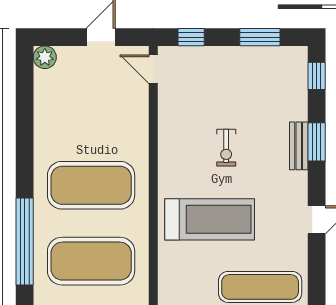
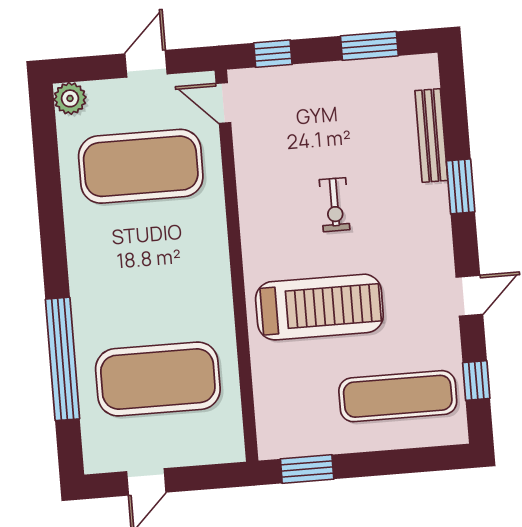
window: (317, 76) -> (476, 381), moved
bench: (299, 146) -> (431, 136), moved, width x1.36
exercise mat: (91, 185) -> (141, 166), moved

